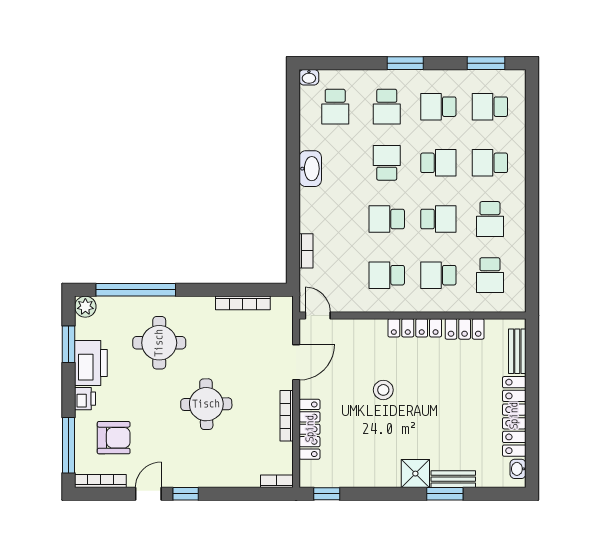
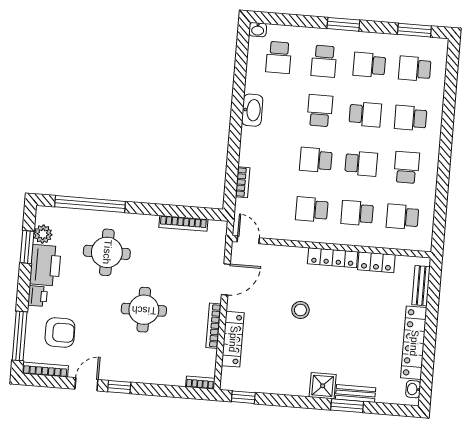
school desk: (490, 219) -> (407, 167), turned 180
school desk: (490, 275) -> (403, 217), turned 90
plant: (85, 307) -> (43, 234), moved

